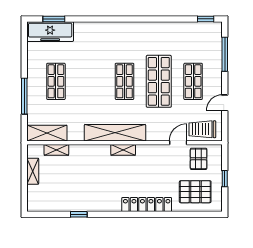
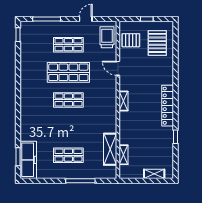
door: (225, 103) -> (86, 19), swing flipped
trolley: (202, 129) -> (107, 37), turned 180
shelving: (47, 133) -> (110, 149), moved
shelving: (115, 133) -> (110, 108), removed
door: (178, 143) -> (118, 68), moved
shelving: (33, 171) -> (154, 174), moved
locker: (147, 205) -> (168, 106), moved

